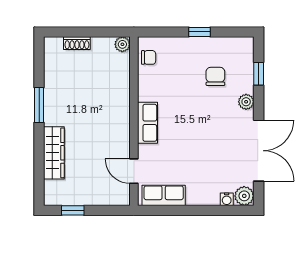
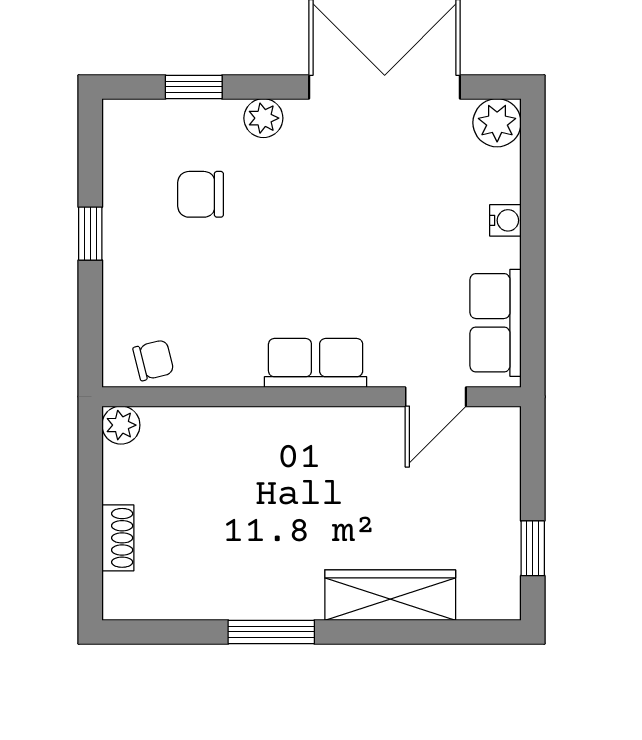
chair: (149, 57) -> (153, 360), turned 76
water cooler: (227, 199) -> (505, 220), moved

